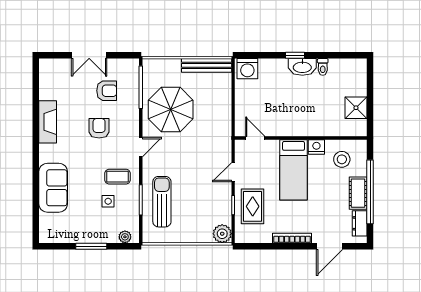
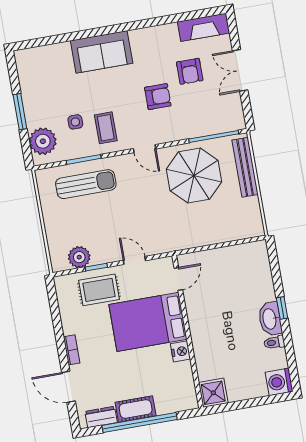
bench: (207, 65) -> (245, 167), moved
washing machine: (247, 69) -> (279, 382), moved
armchair: (107, 91) -> (190, 71), moved
shower: (356, 108) -> (213, 393), moved
fireplace: (48, 122) -> (204, 27), moved
stool: (342, 159) -> (171, 383), removed
bed: (294, 170) -> (148, 322), width x1.50
sofa: (53, 188) -> (102, 52), moved
plant: (222, 234) -> (79, 257), moved
plant: (125, 237) -> (43, 141), width x1.88, depth x1.88
bookcase: (292, 238) -> (72, 350), width x0.64

